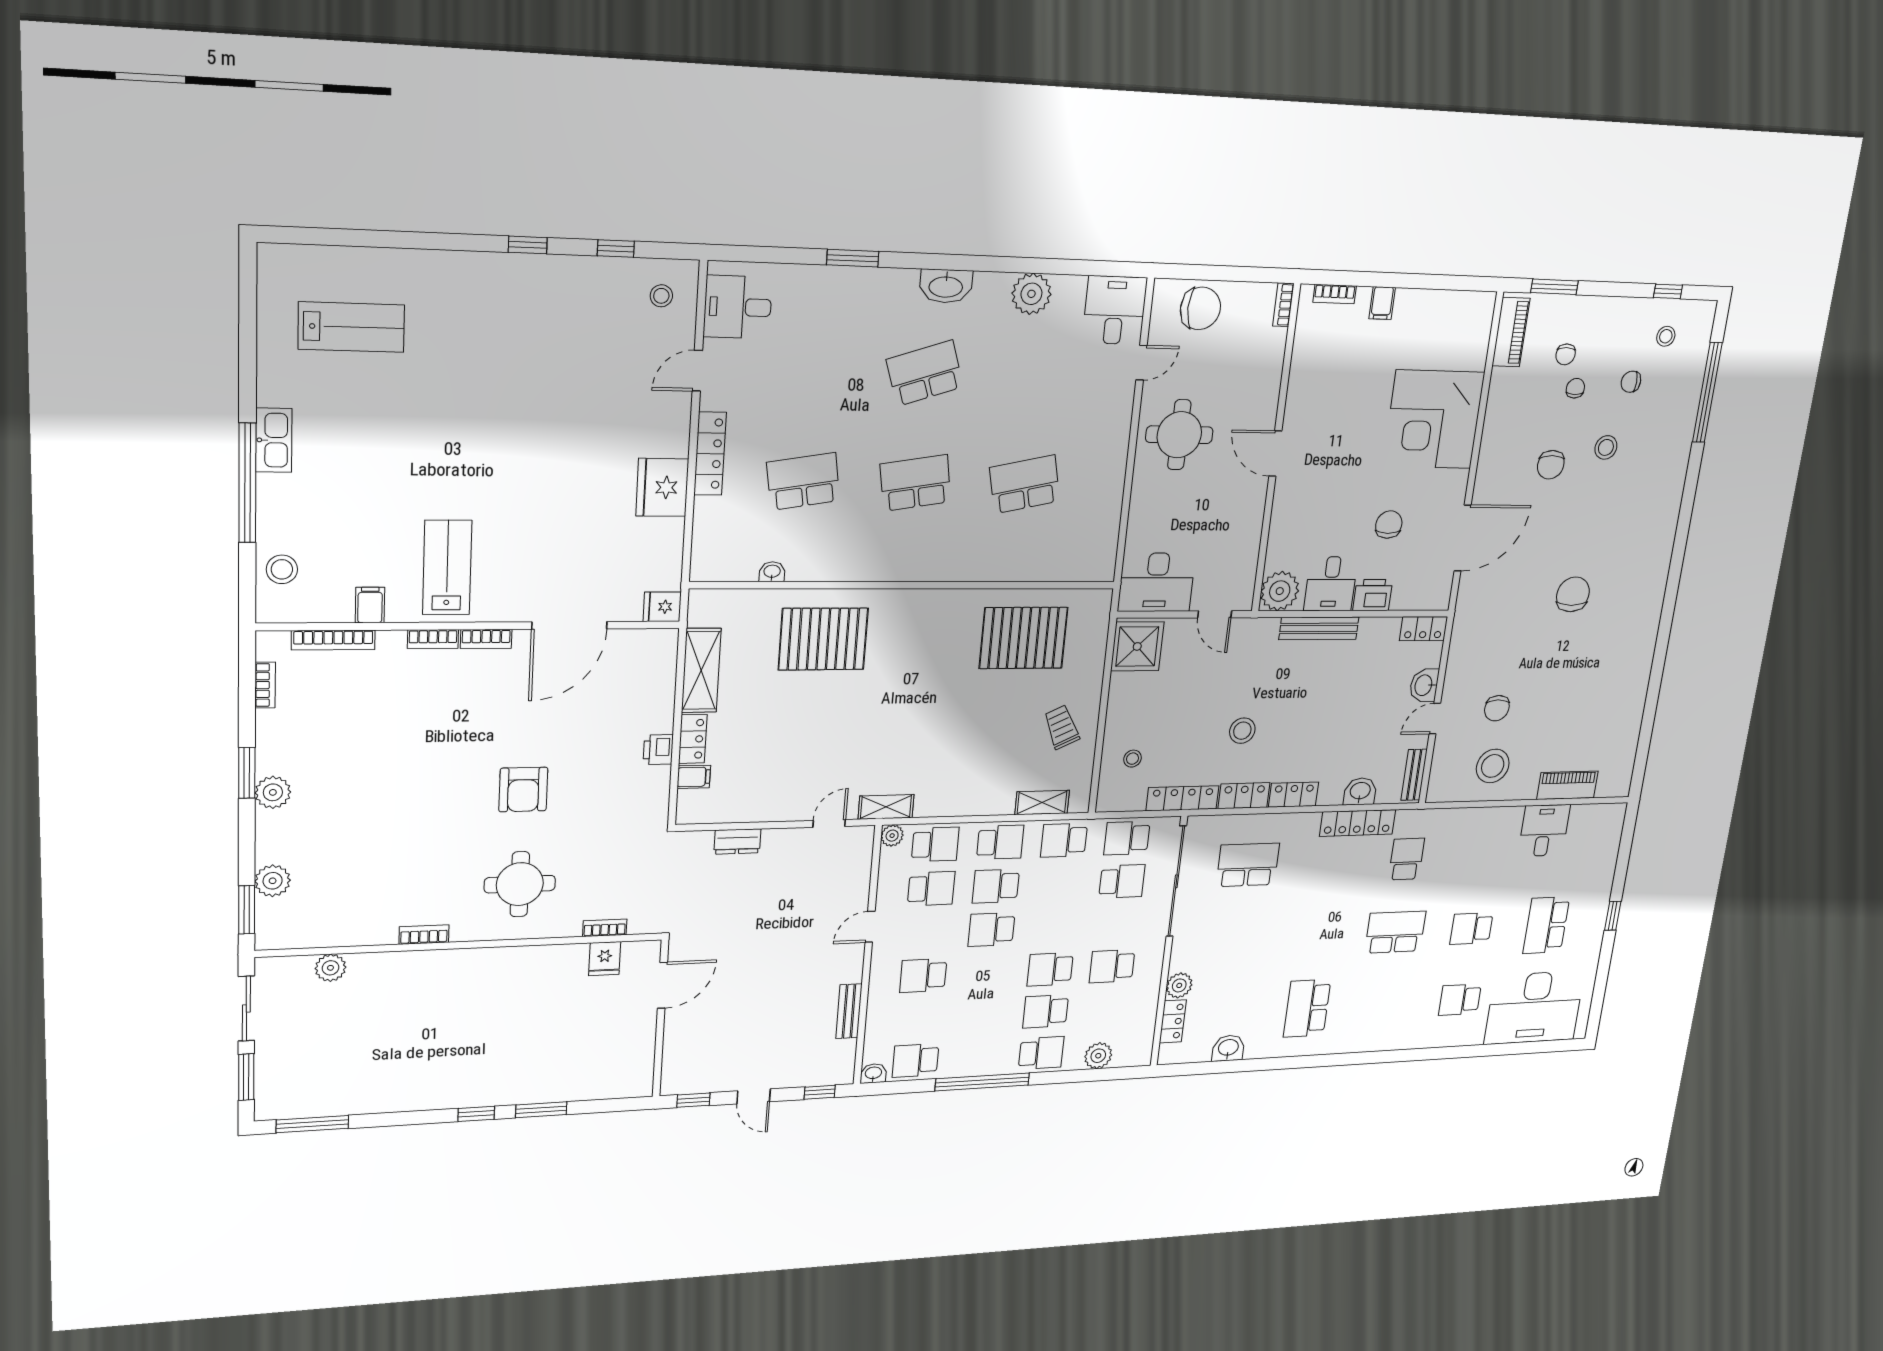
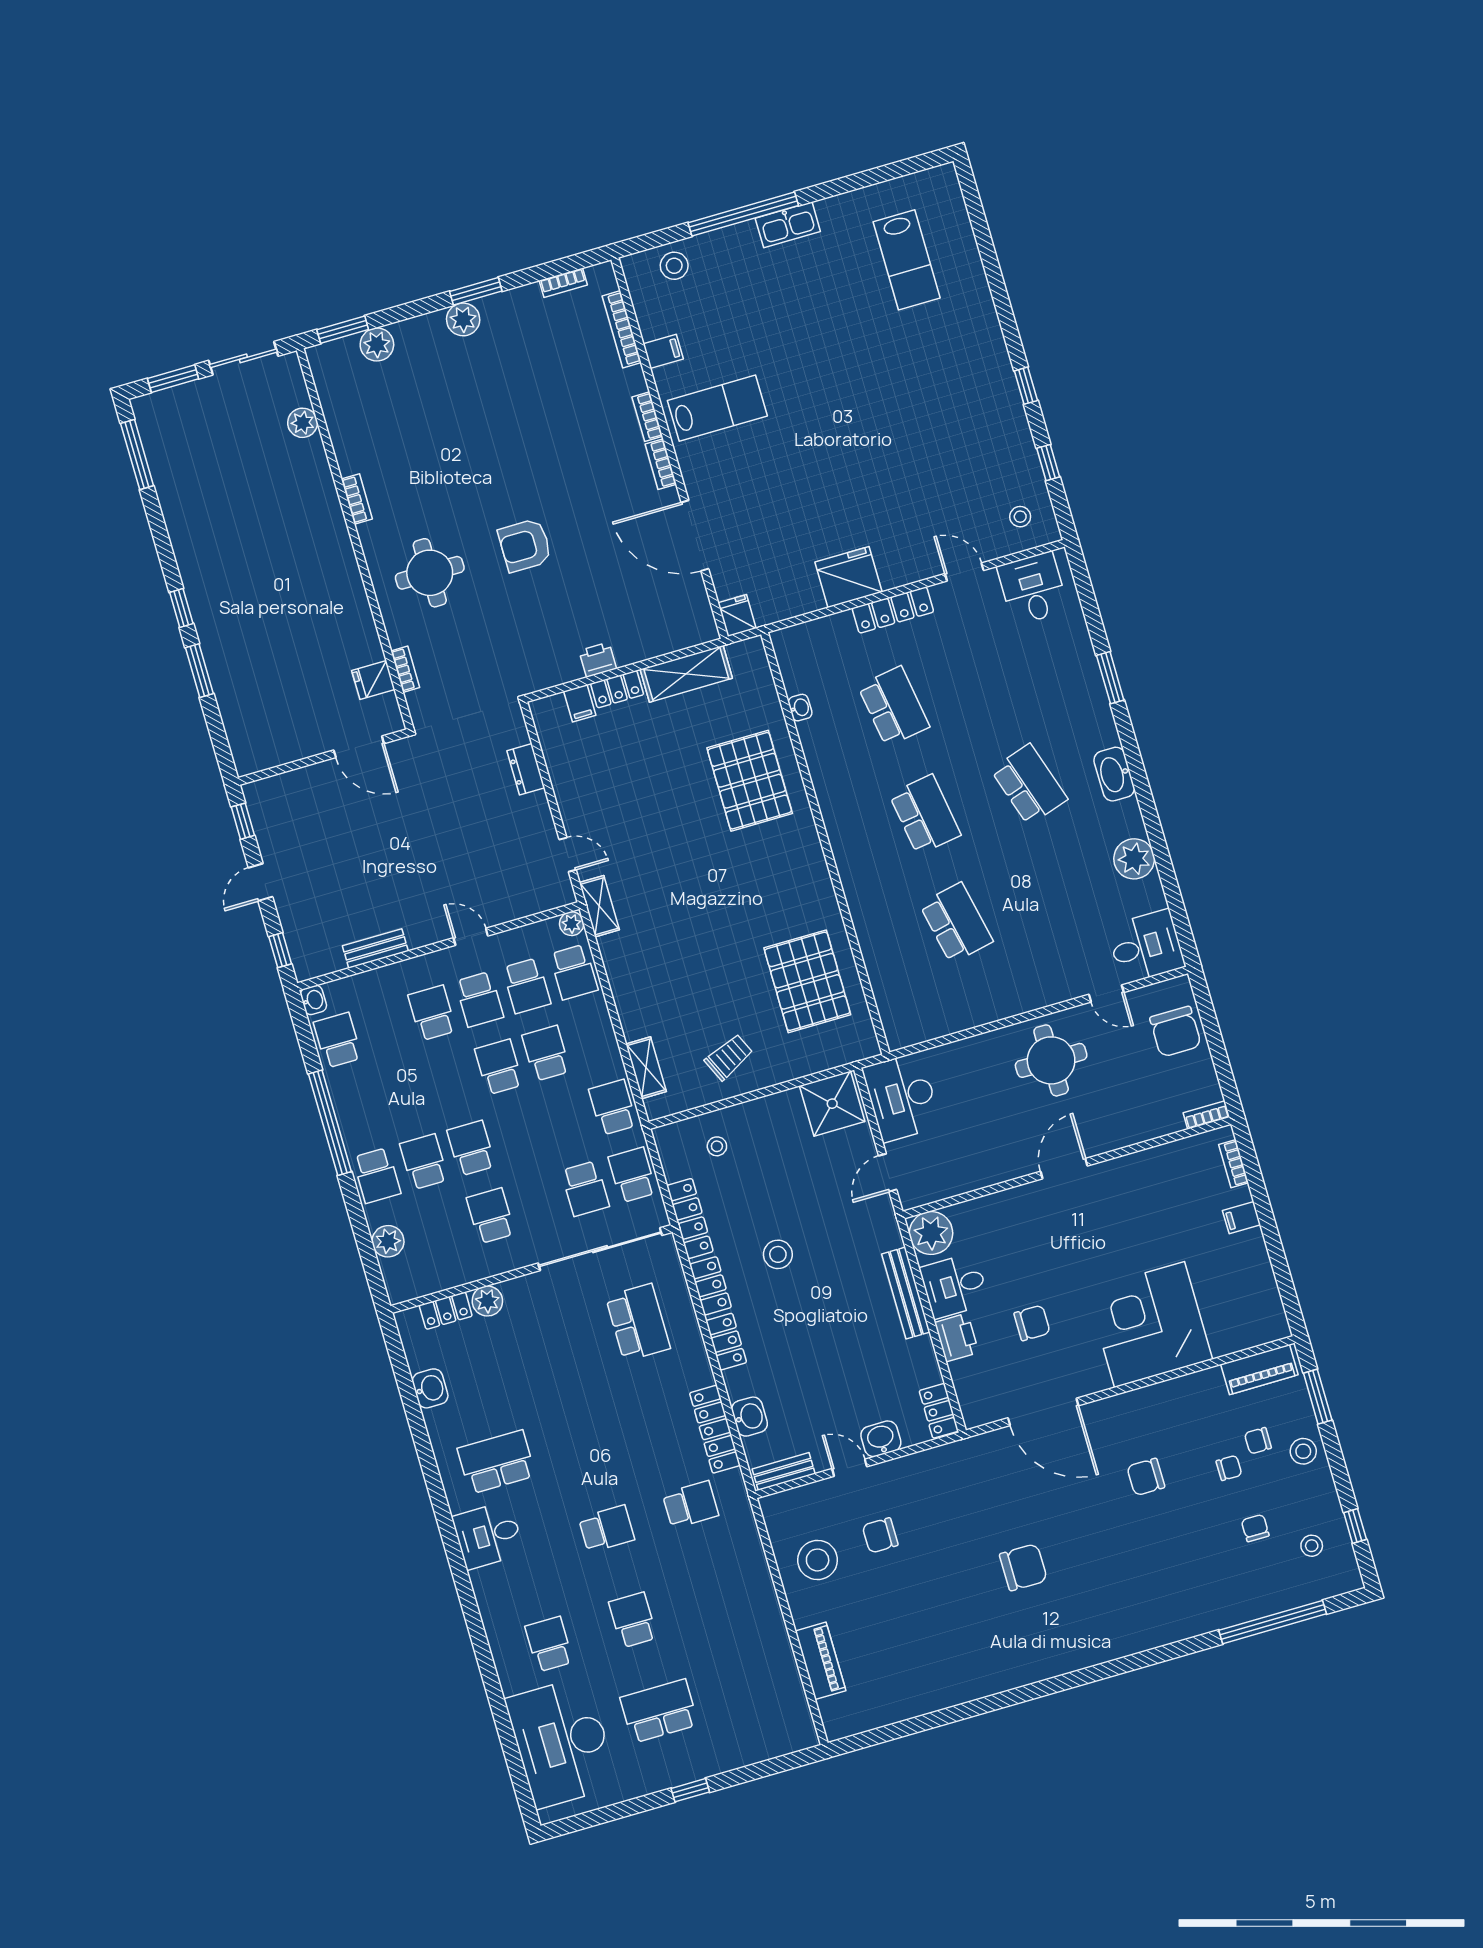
stool: (1606, 447) -> (1303, 1451), moved
desk: (1544, 831) -> (488, 1535), moved, turned 180
school desk: (1000, 842) -> (479, 999), moved
school desk: (1395, 932) -> (607, 1529), width x0.54

